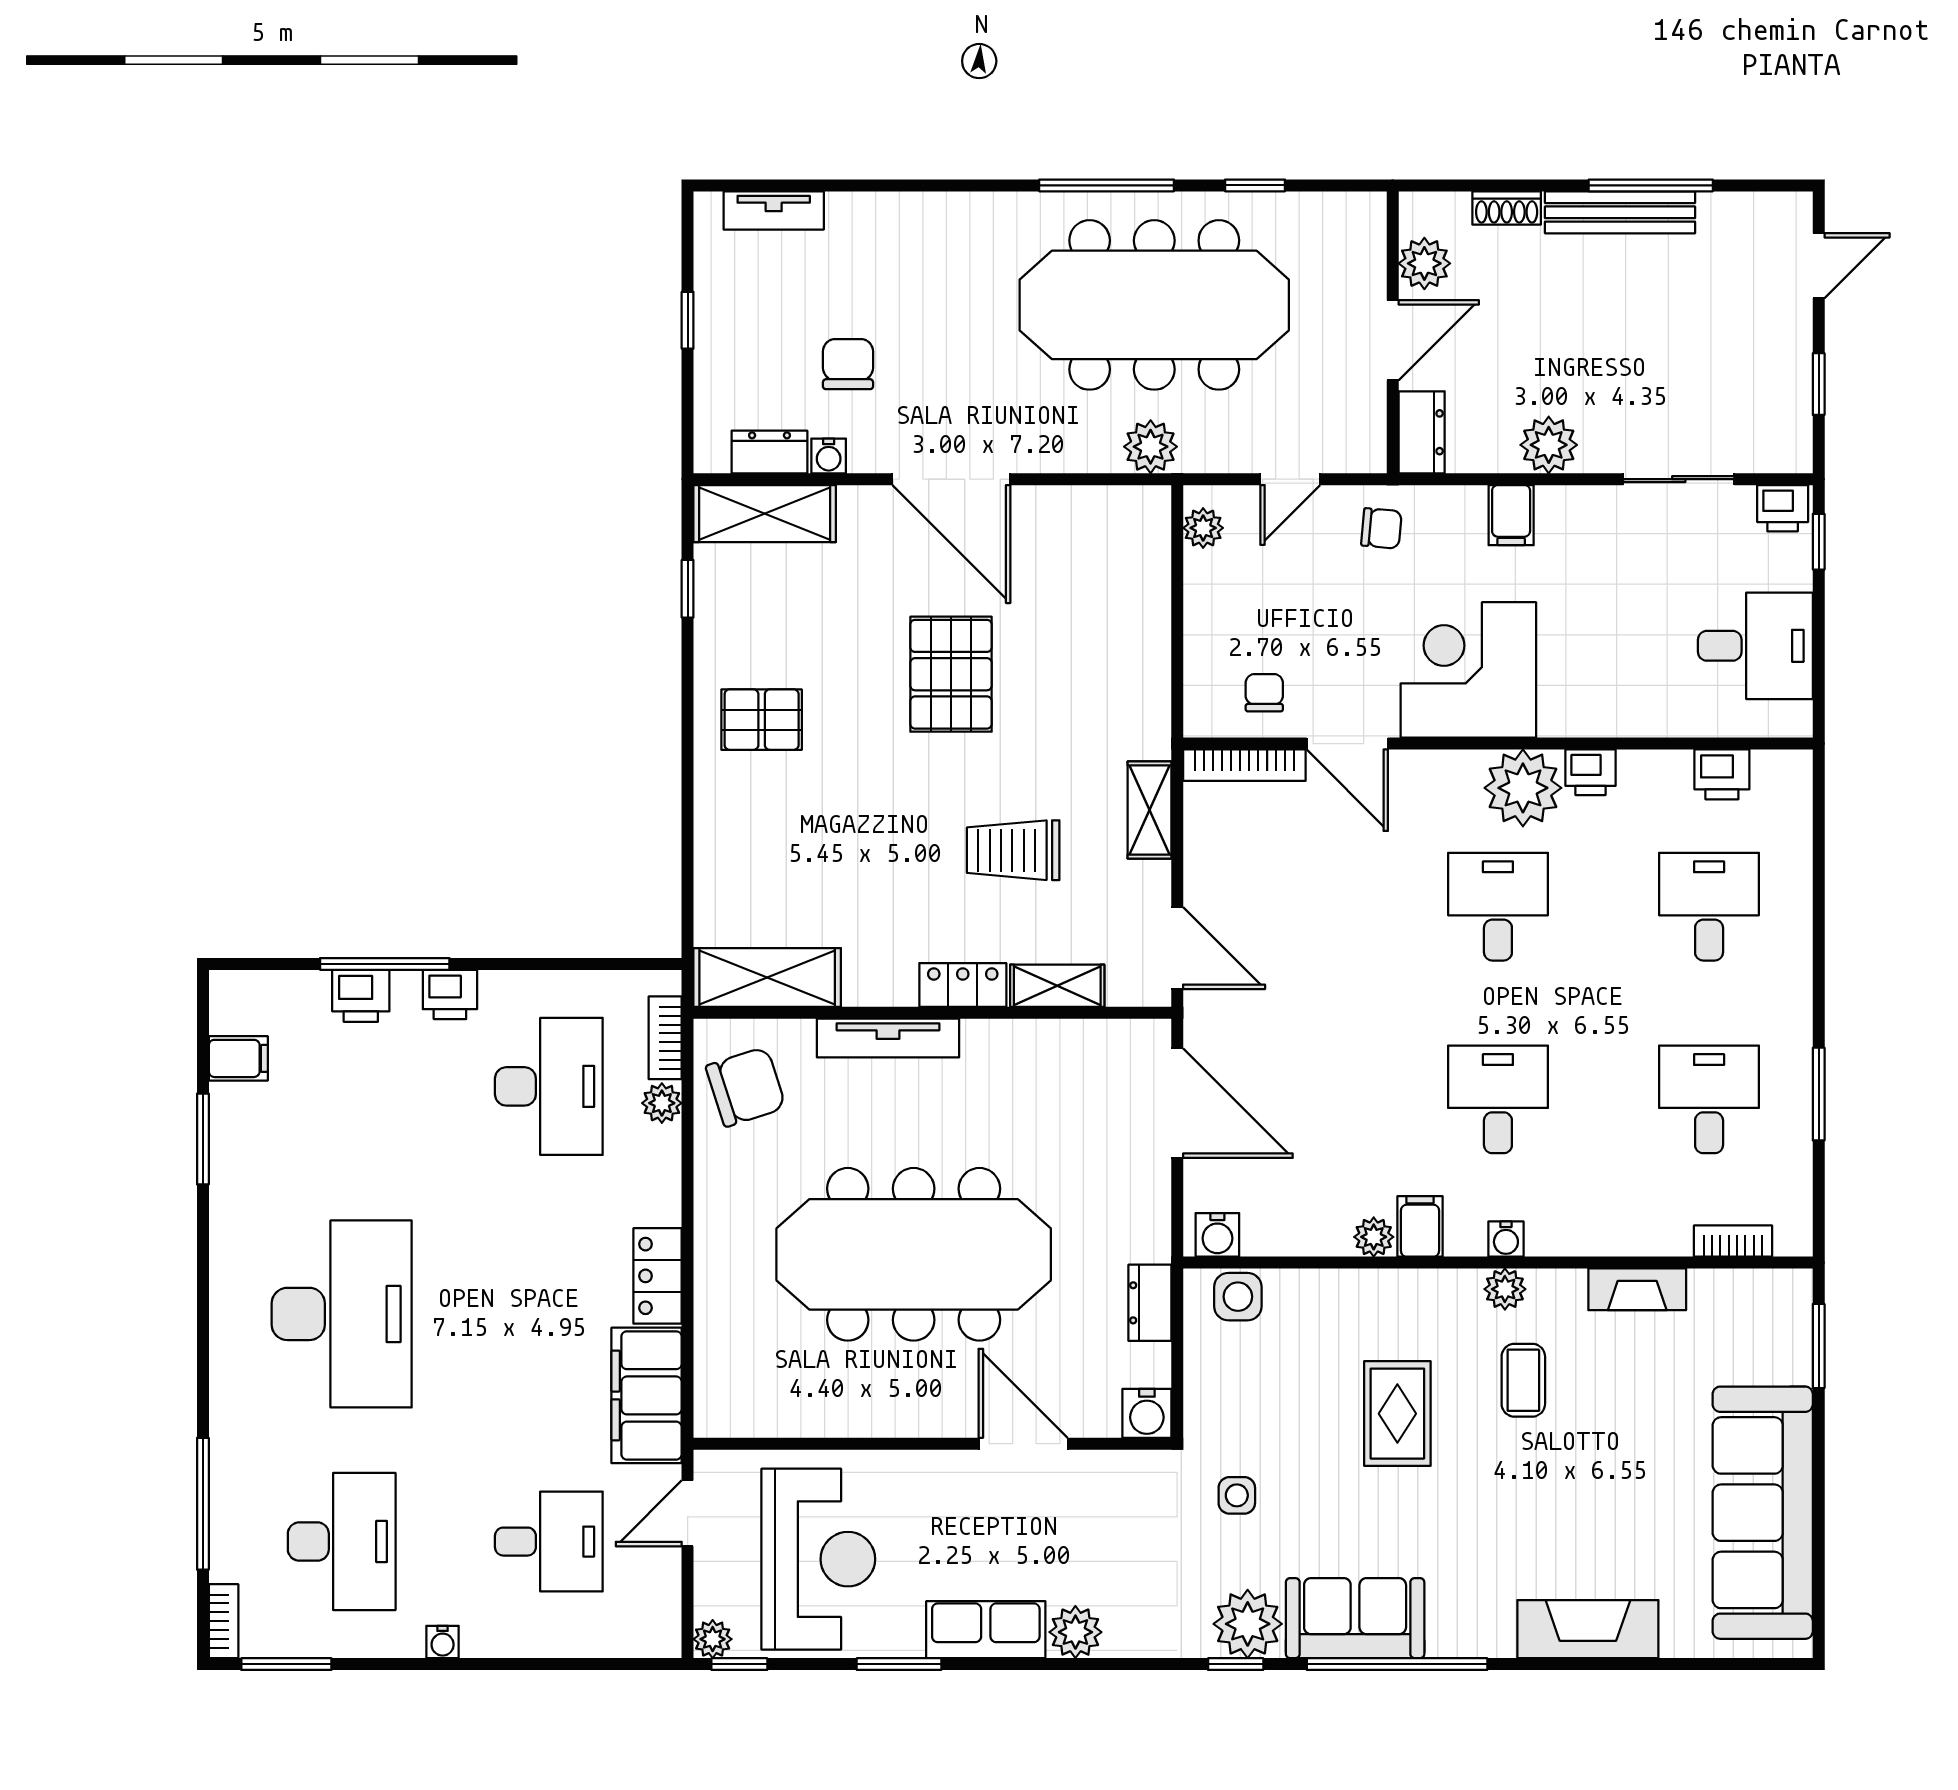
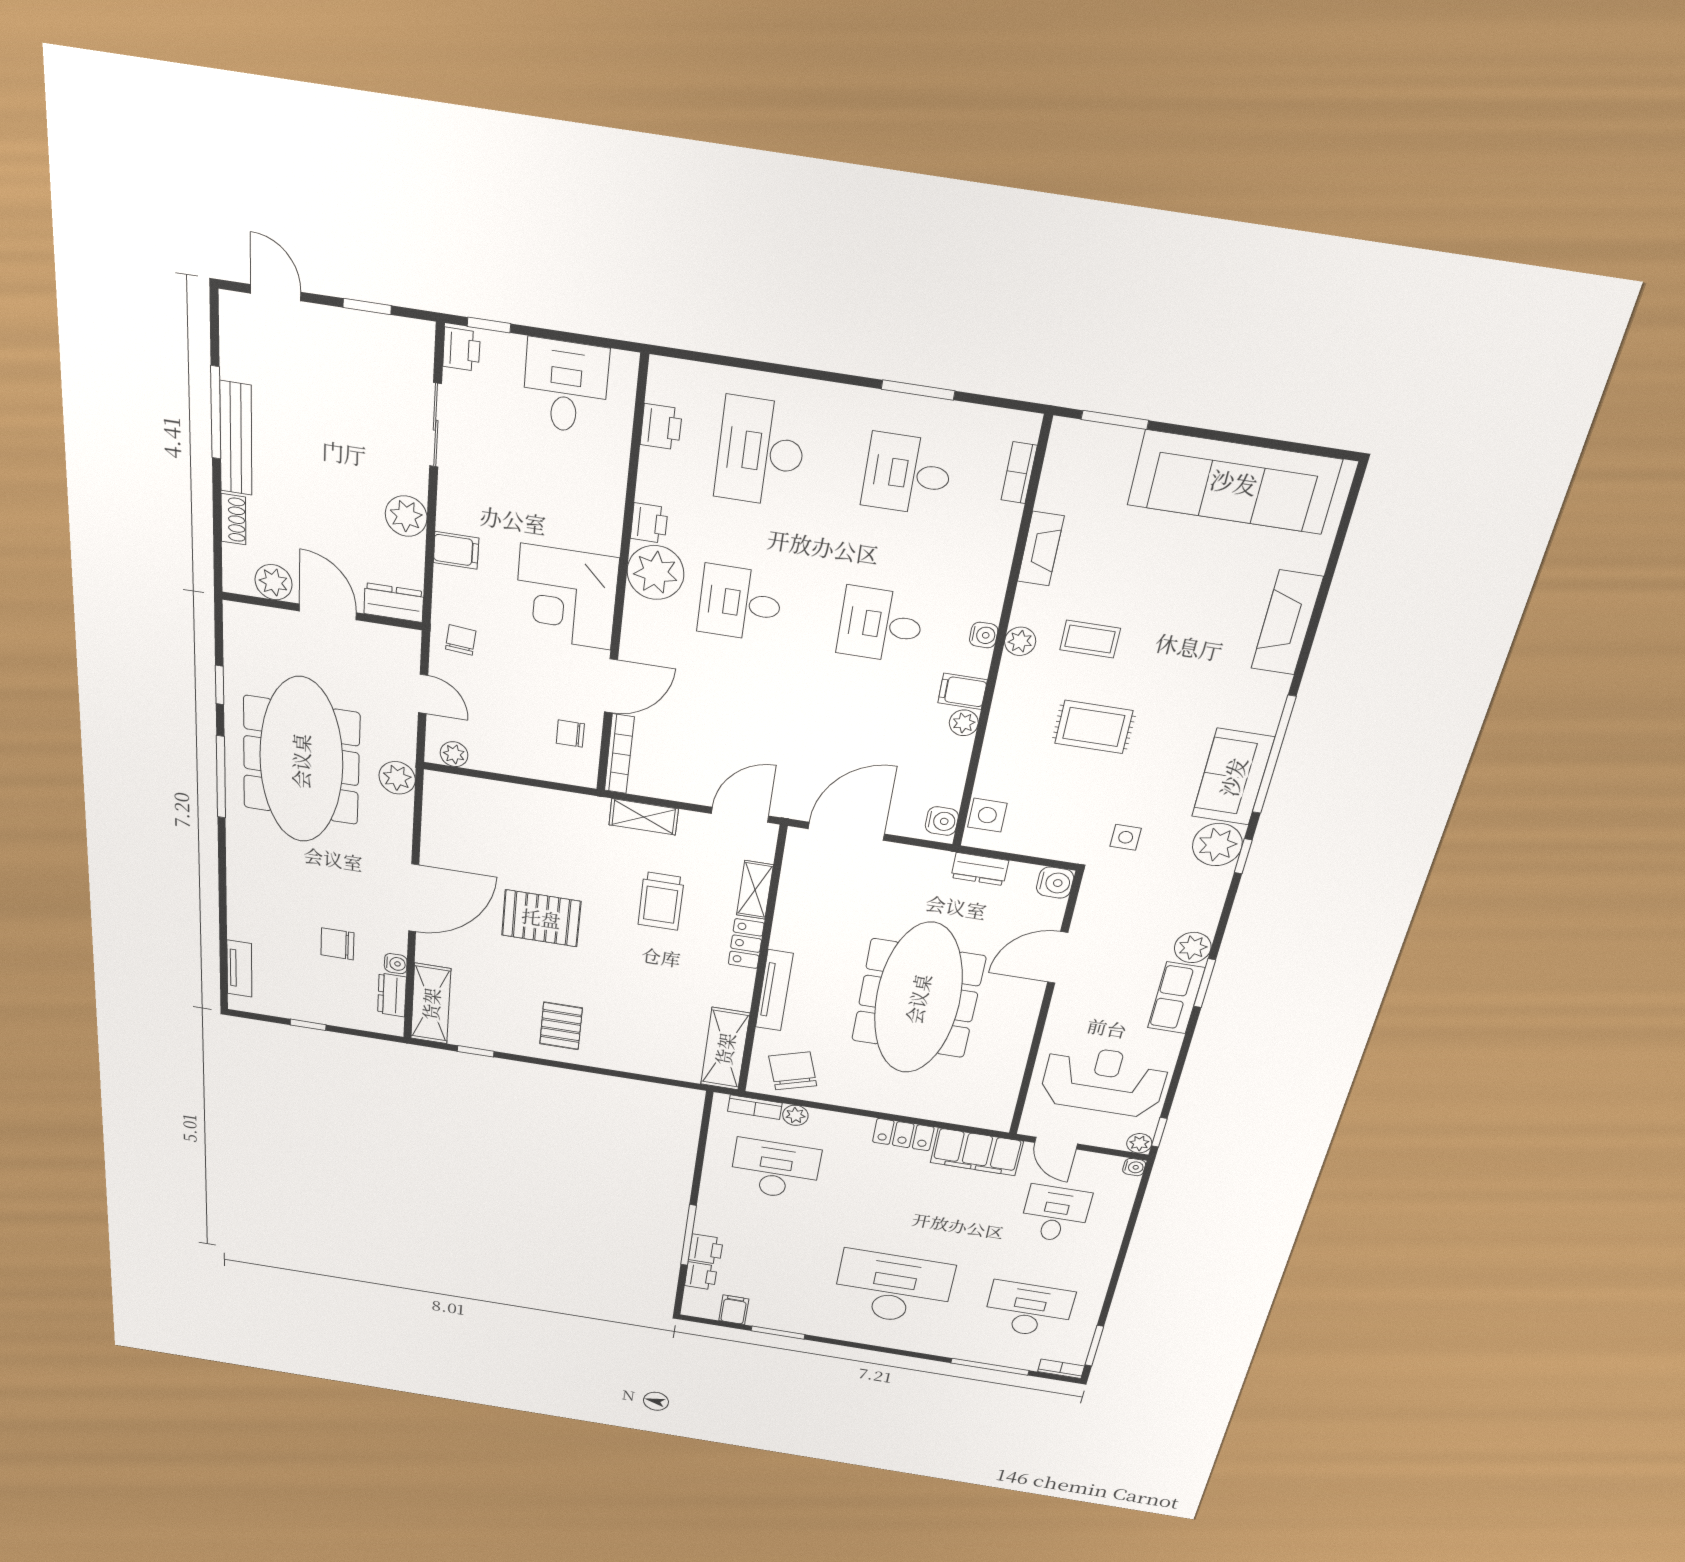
desk: (1709, 907) -> (761, 452), width x1.37
printer: (450, 994) -> (701, 1276), moved
water cooler: (443, 1642) -> (1134, 1167), moved
window: (899, 1664) -> (1205, 983), moved

